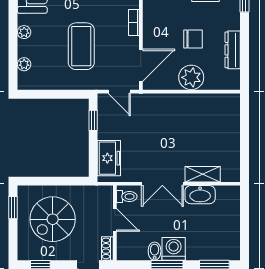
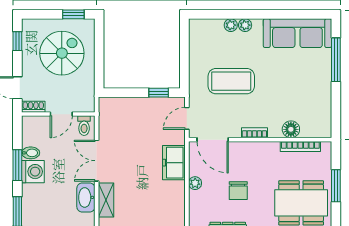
plant: (24, 64) -> (231, 25), moved
plant: (191, 77) -> (195, 183), width x0.53, depth x0.53
freezer: (109, 158) -> (174, 163), moved, turned 90
spiral stairs: (53, 219) -> (62, 53), turned 90

